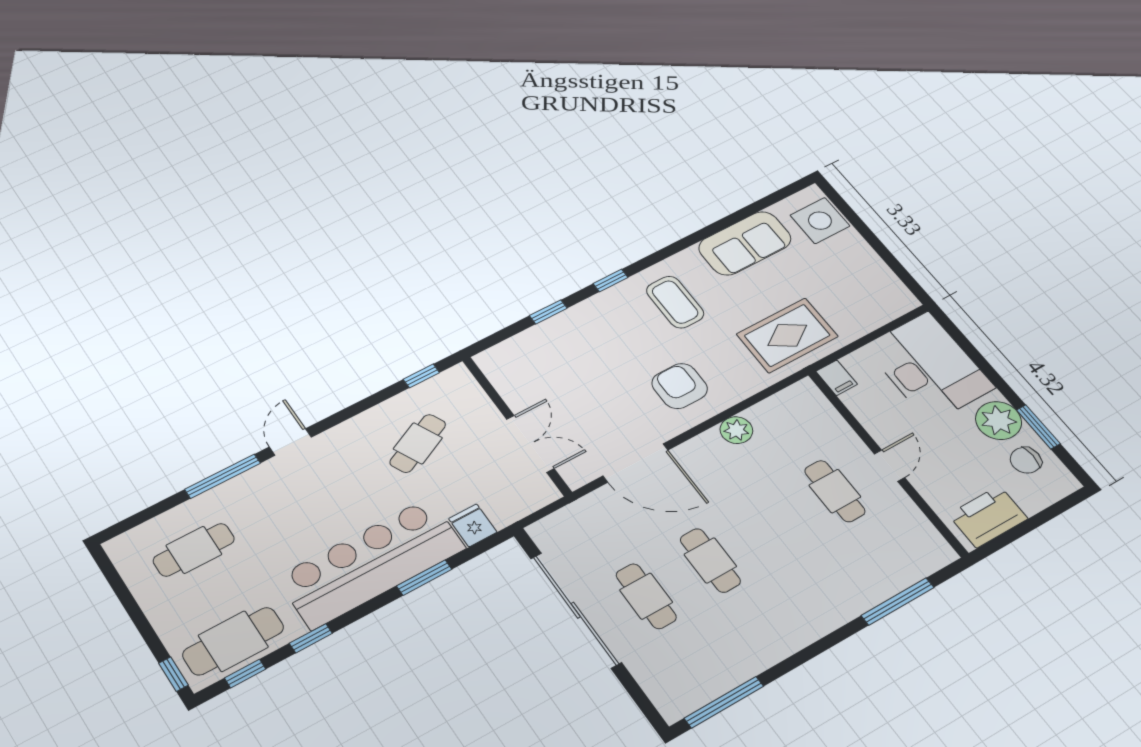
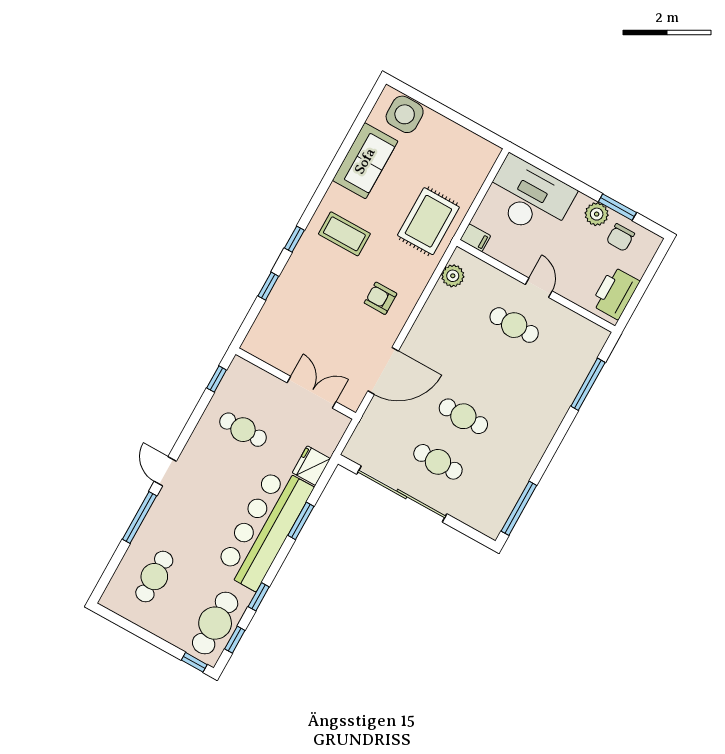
armchair: (680, 386) -> (381, 298), width x0.72, depth x0.72
plant: (999, 420) -> (597, 214), width x0.73, depth x0.73
plant: (736, 430) -> (453, 276), moved
cafe table: (418, 443) -> (243, 430), turned -64
fridge: (473, 525) -> (311, 466), width x1.38

